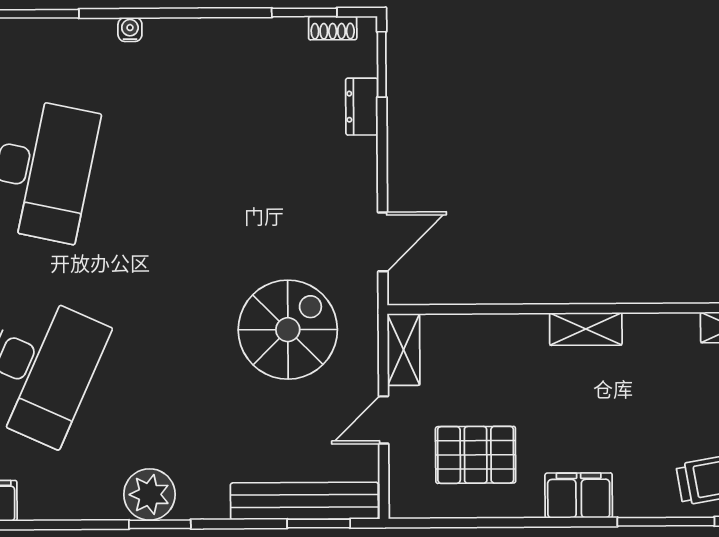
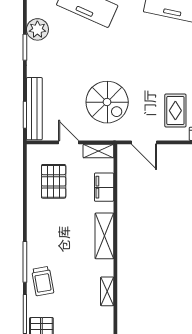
rug: (307, 168) -> (175, 111), added
shelving: (586, 329) -> (104, 236), width x1.50, depth x1.33
plant: (149, 494) -> (37, 29), moved
filing cabinet: (579, 495) -> (104, 187), moved, turned 180

